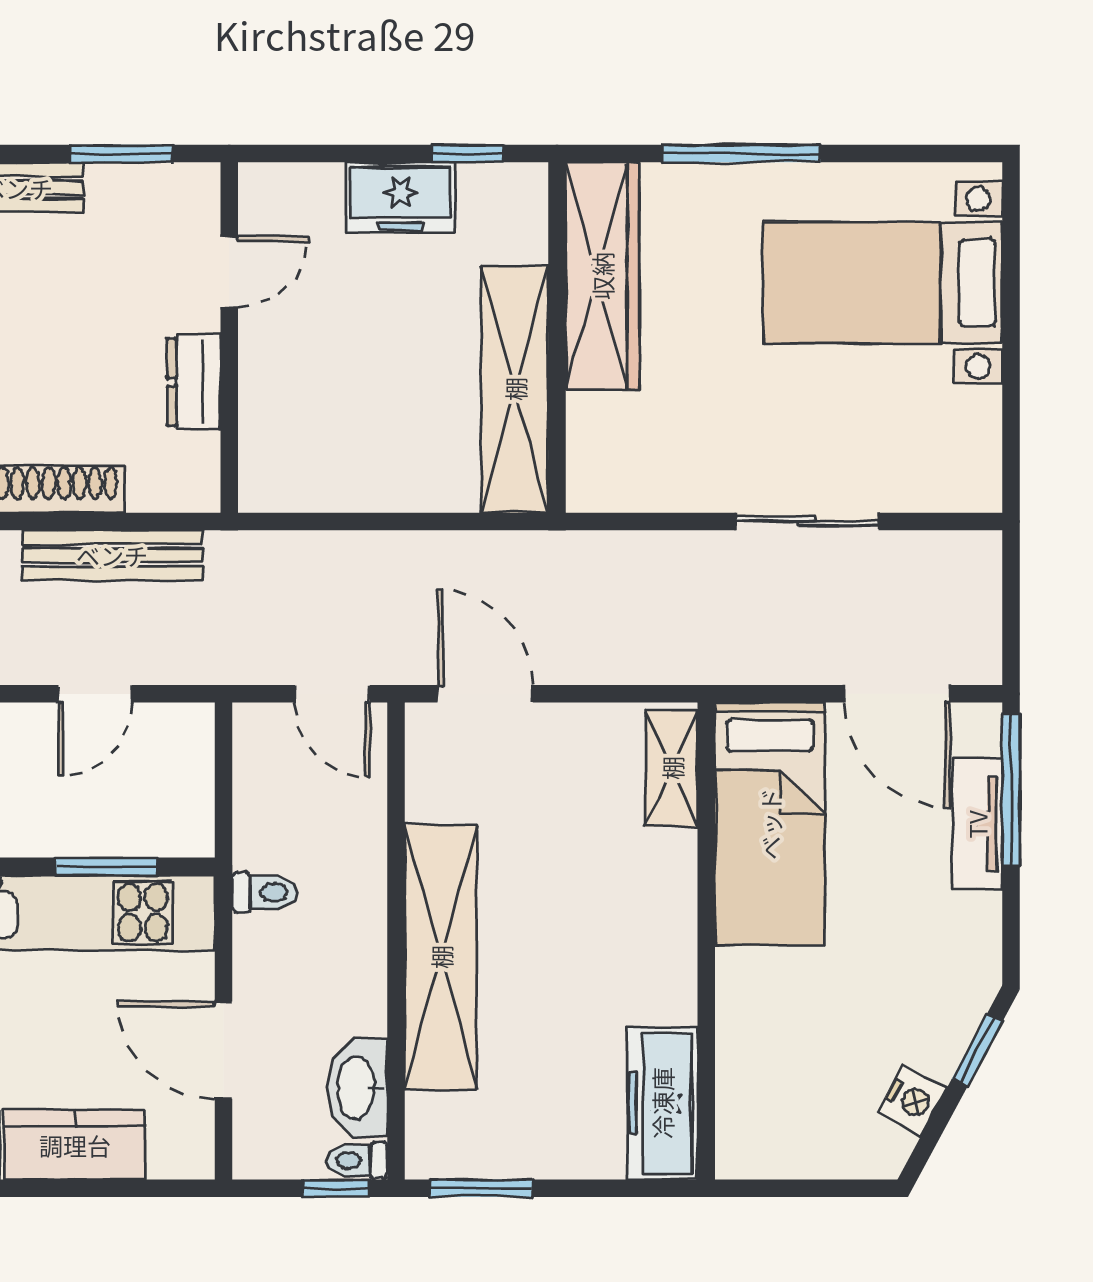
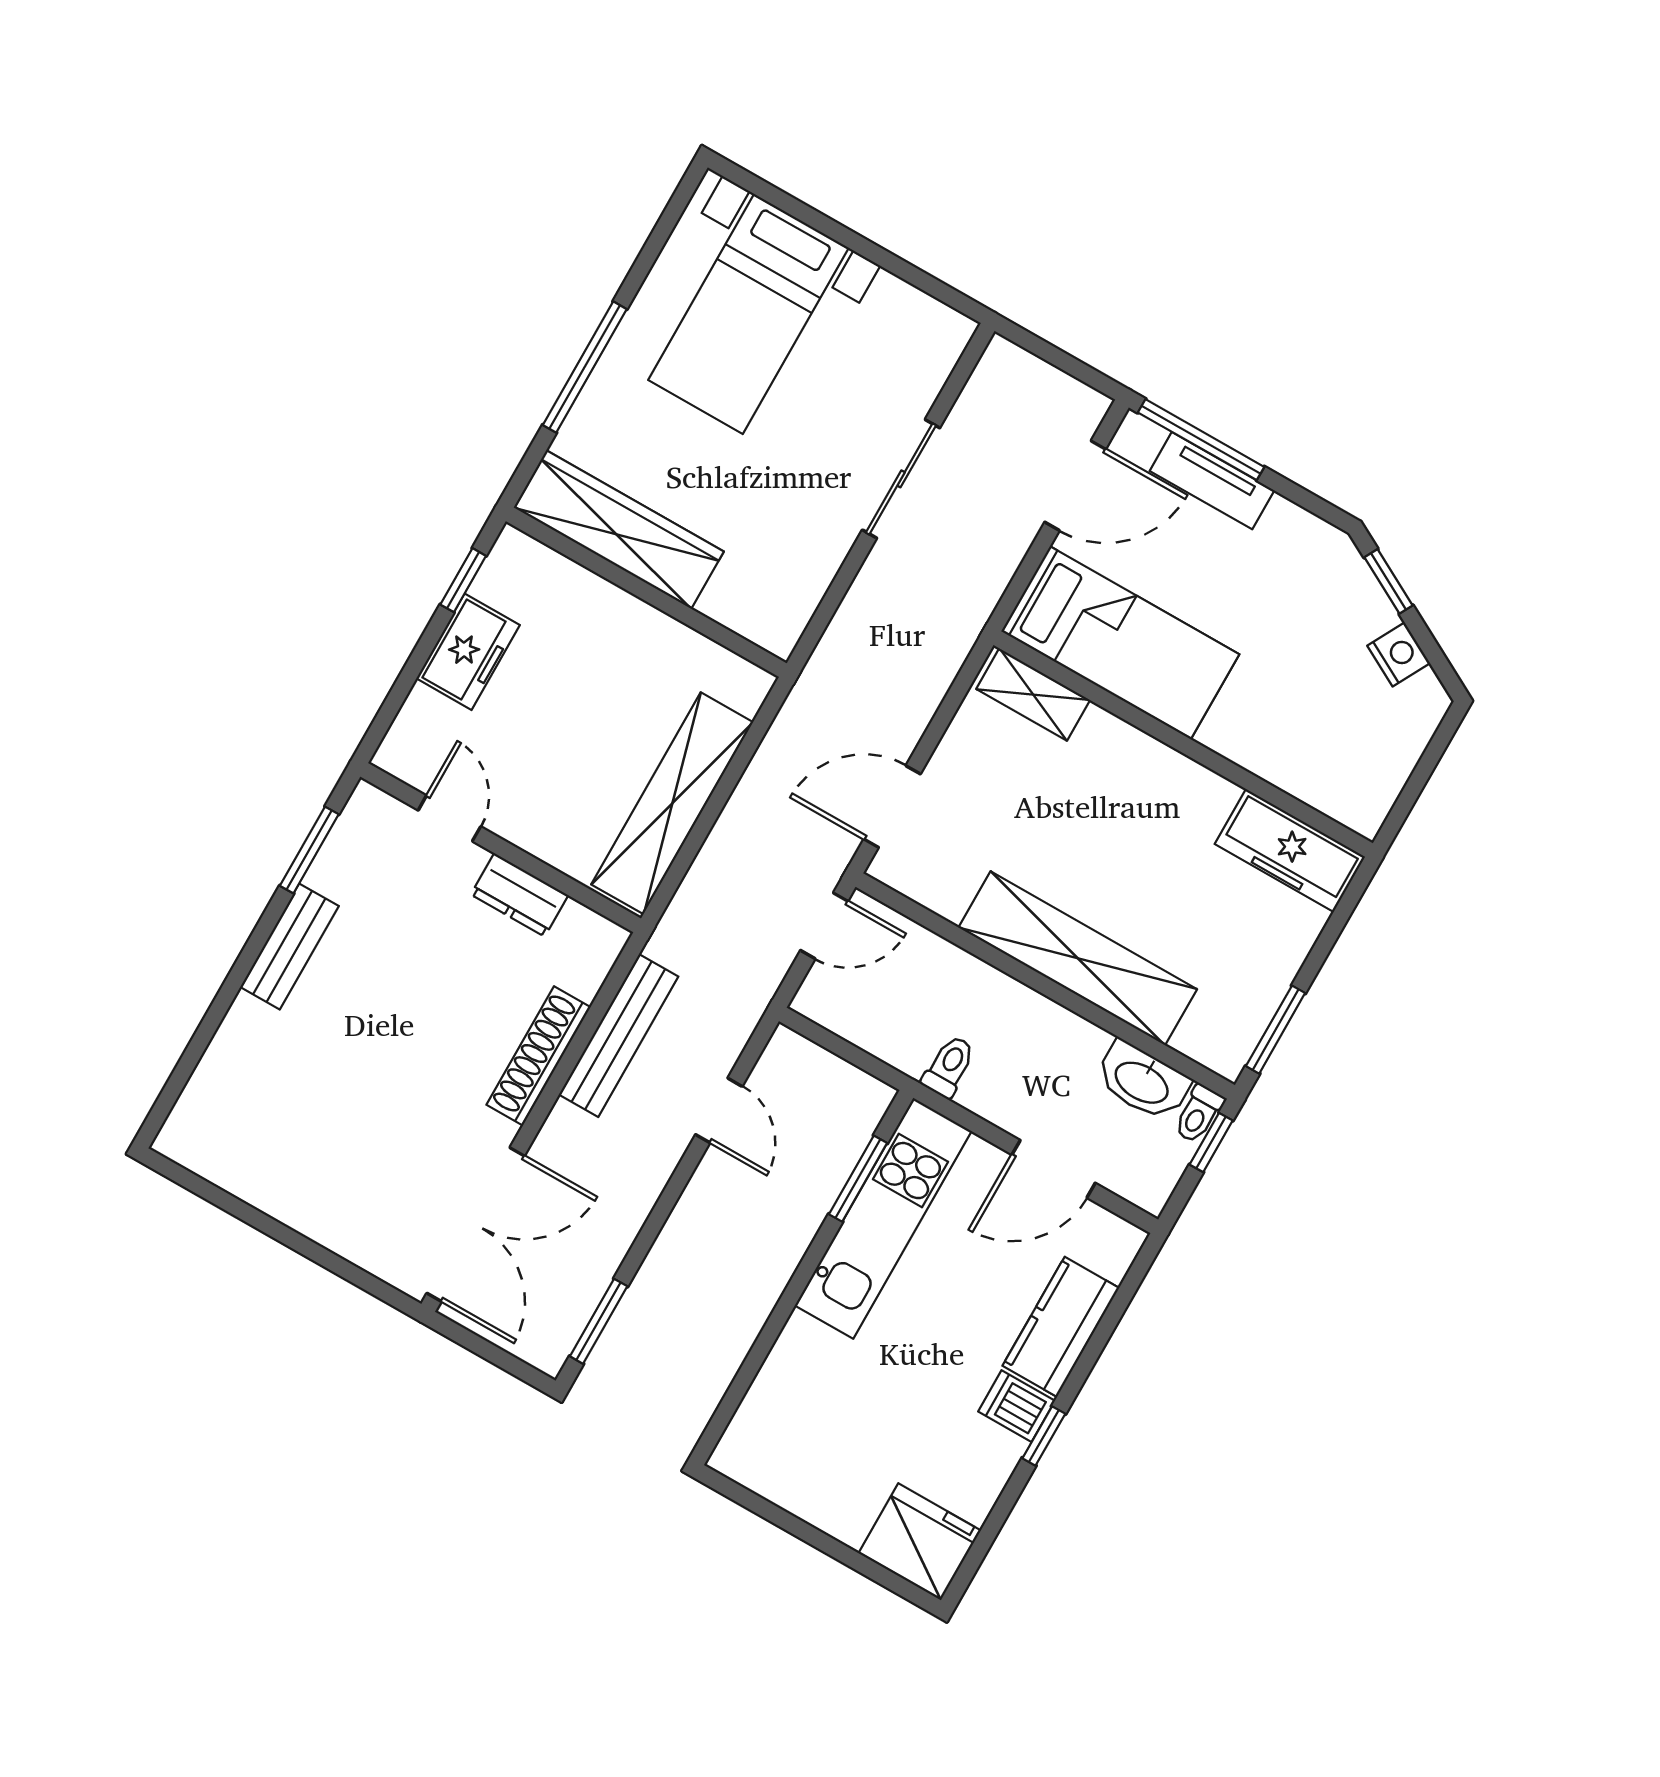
shelving: (515, 389) -> (672, 803), moved, turned 90

